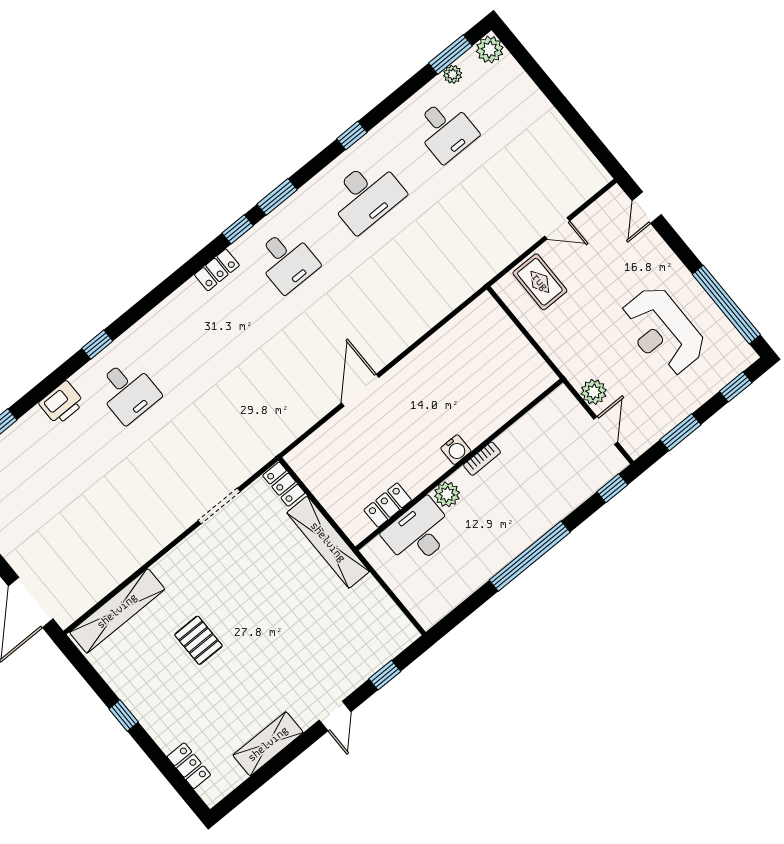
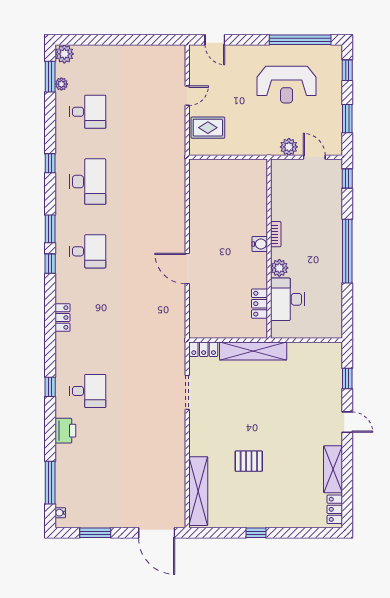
locker: (217, 270) -> (62, 317), moved
locker: (189, 766) -> (335, 509), moved, turned -90

